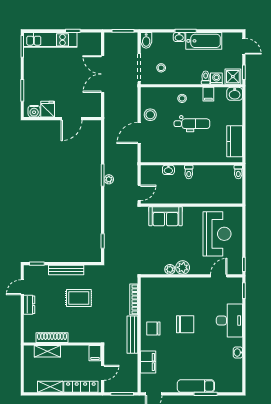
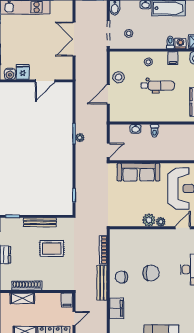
sofa: (166, 216) -> (138, 172), width x1.36
plant: (170, 269) -> (161, 222), moved

